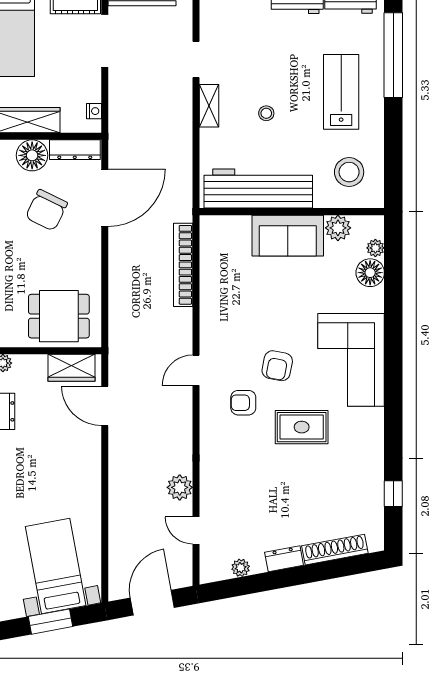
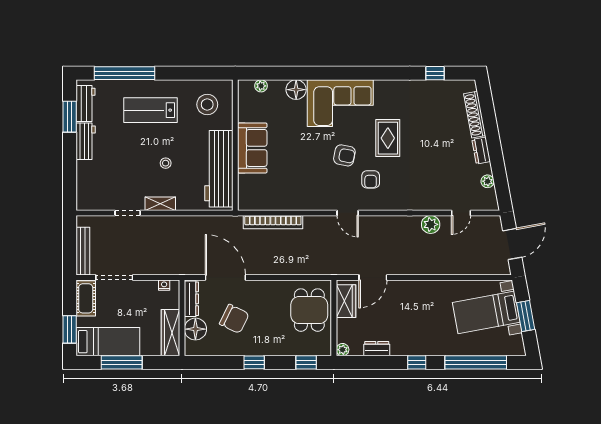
plant: (338, 228) -> (247, 112), removed
floor lamp: (370, 273) -> (296, 90), moved
door: (152, 603) -> (512, 244), swing flipped

